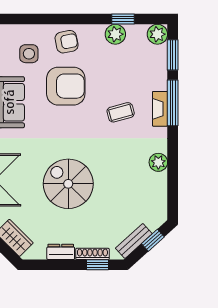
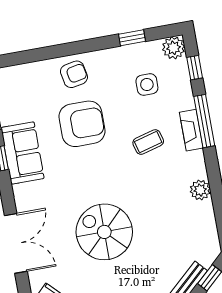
plant: (115, 34) -> (127, 56), removed
side table: (29, 54) -> (147, 84), moved
window: (173, 55) -> (195, 68), width x0.67

